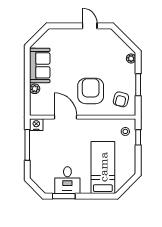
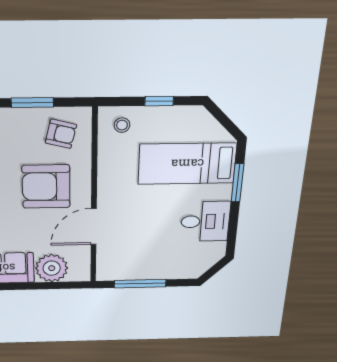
plant: (35, 89) -> (52, 268), width x1.87, depth x1.87
nightstand: (36, 125) -> (106, 271), removed
window: (138, 137) -> (159, 101), moved
window: (64, 196) -> (237, 183), moved

